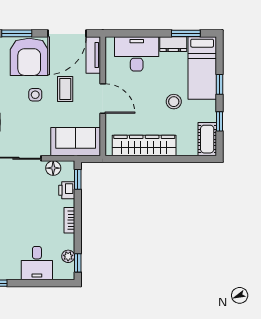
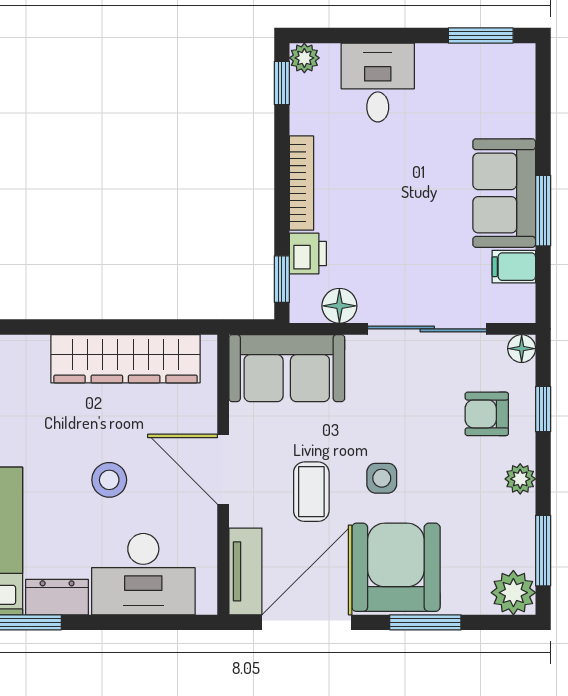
stool: (174, 102) -> (109, 480), moved
bookcase: (69, 220) -> (301, 183), width x1.56
plant: (68, 256) -> (304, 58), moved

